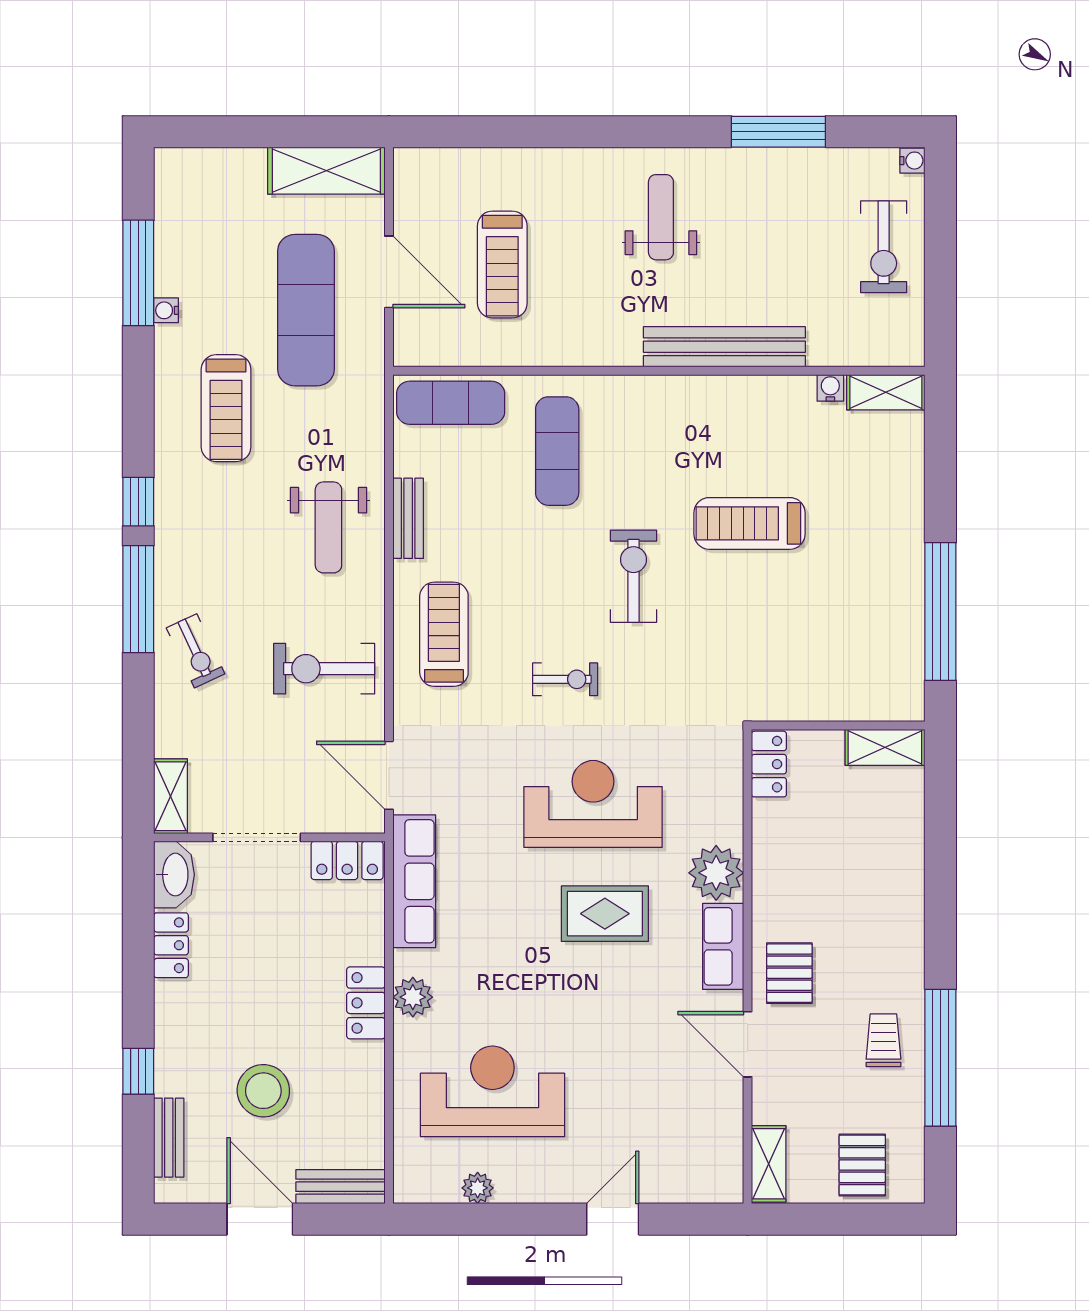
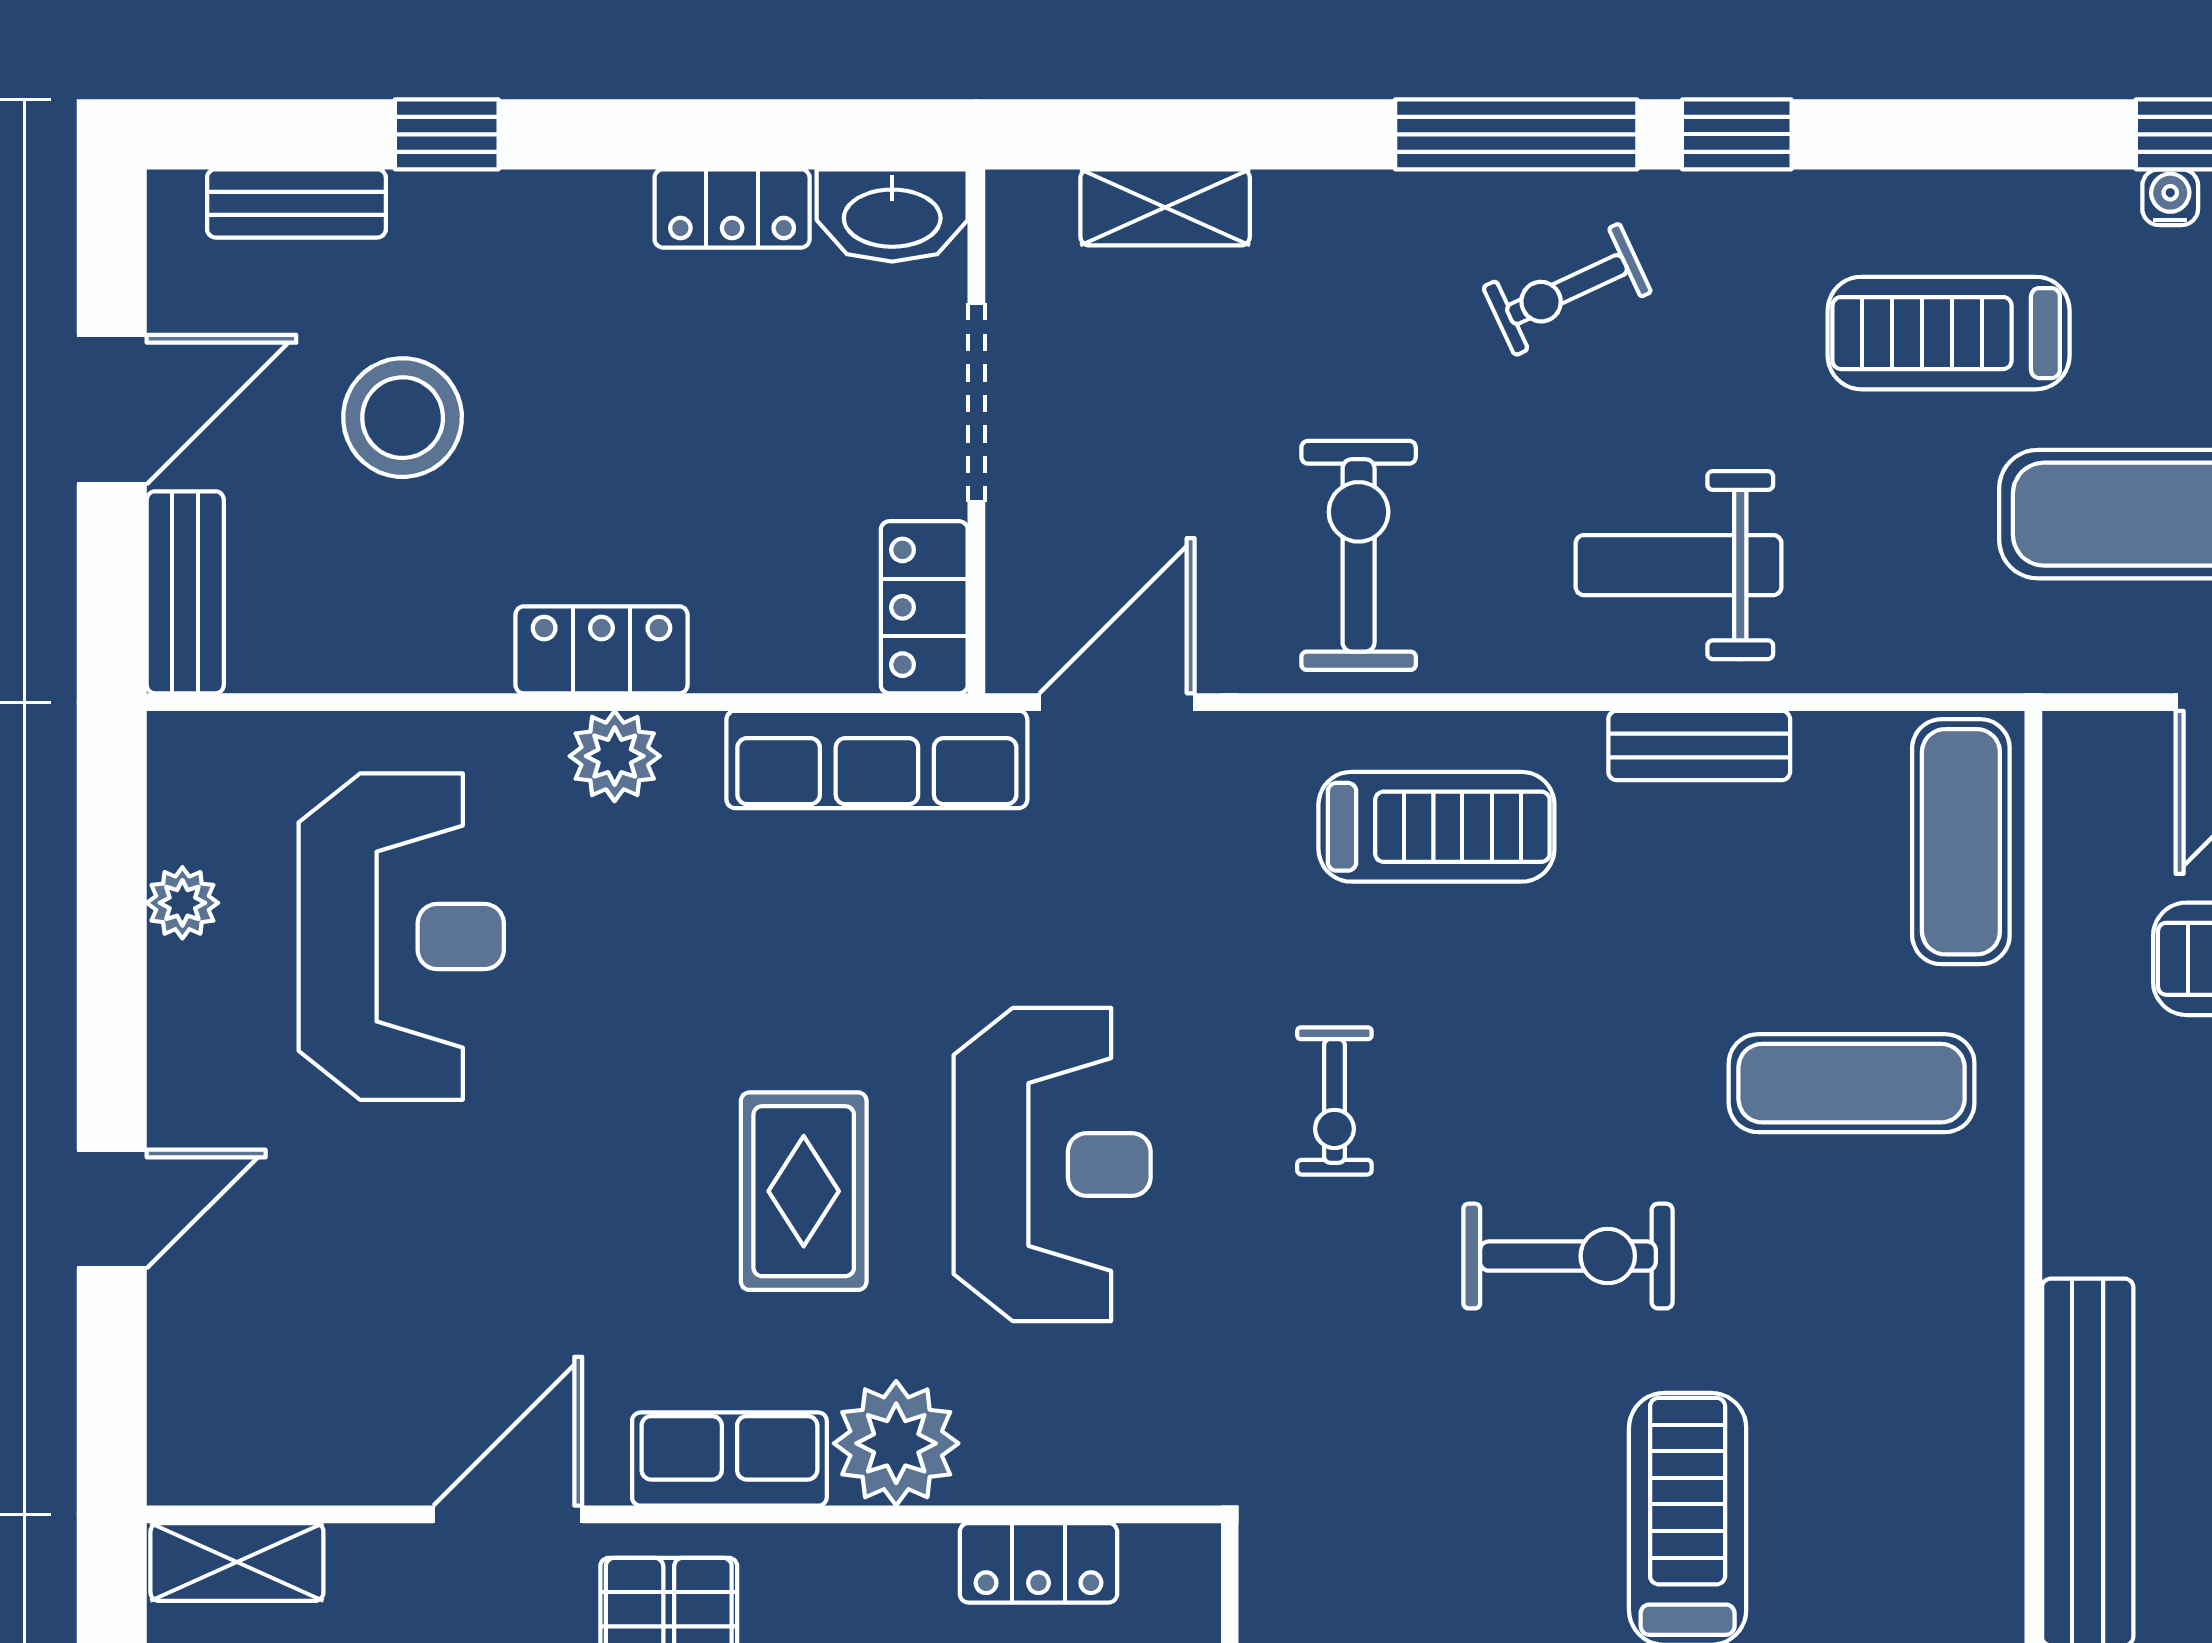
exercise bike: (196, 651) -> (1567, 289), moved
locker: (769, 764) -> (1038, 1563), moved
shelving: (171, 796) -> (1165, 207), moved
door: (613, 1219) -> (112, 1209), hinge flipped

